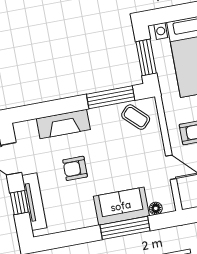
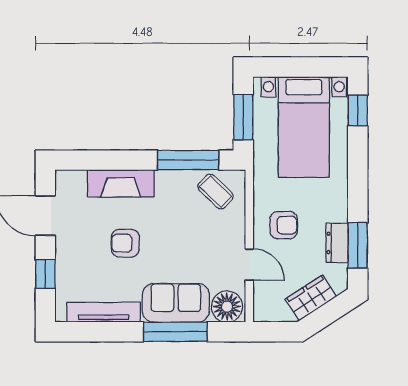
tv unit: (34, 202) -> (104, 312), moved, turned -90
floor lamp: (156, 208) -> (227, 307), width x1.89, depth x1.89

